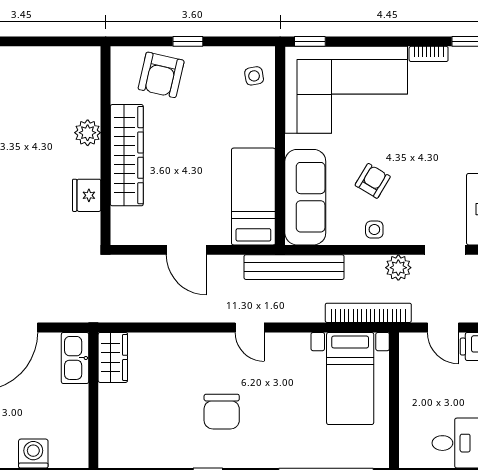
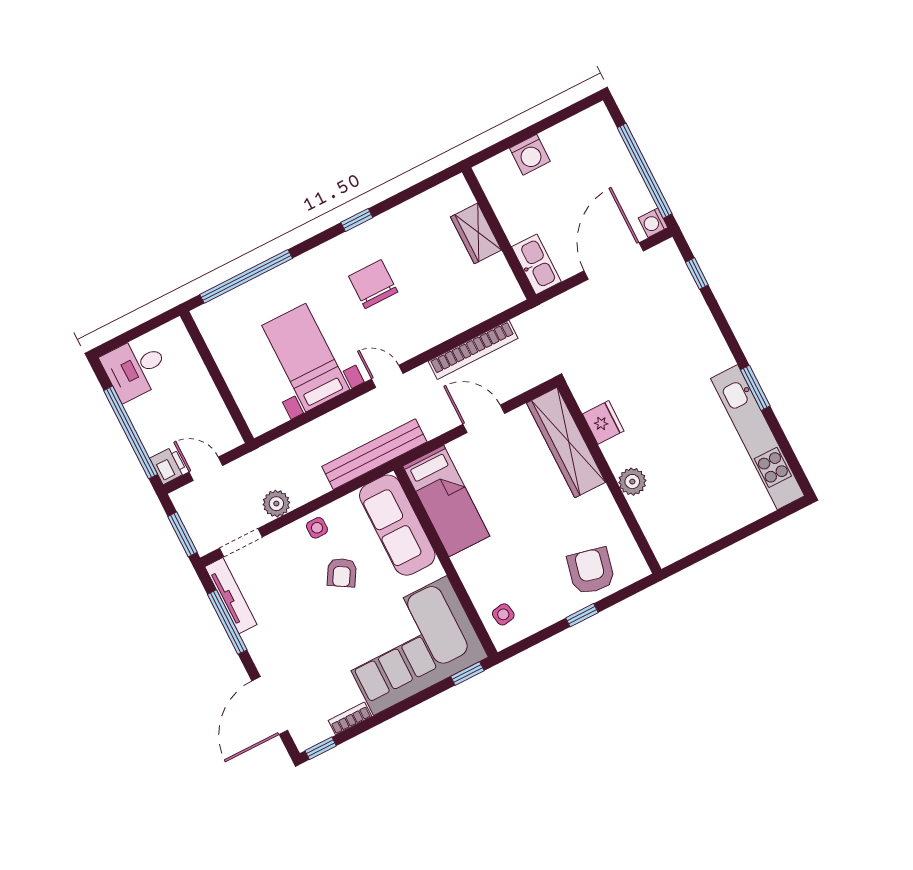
wardrobe: (127, 155) -> (566, 443), moved
bookcase: (368, 313) -> (473, 350), moved
wardrobe: (113, 357) -> (476, 233), moved
bed with nightstands: (350, 378) -> (306, 358), moved

